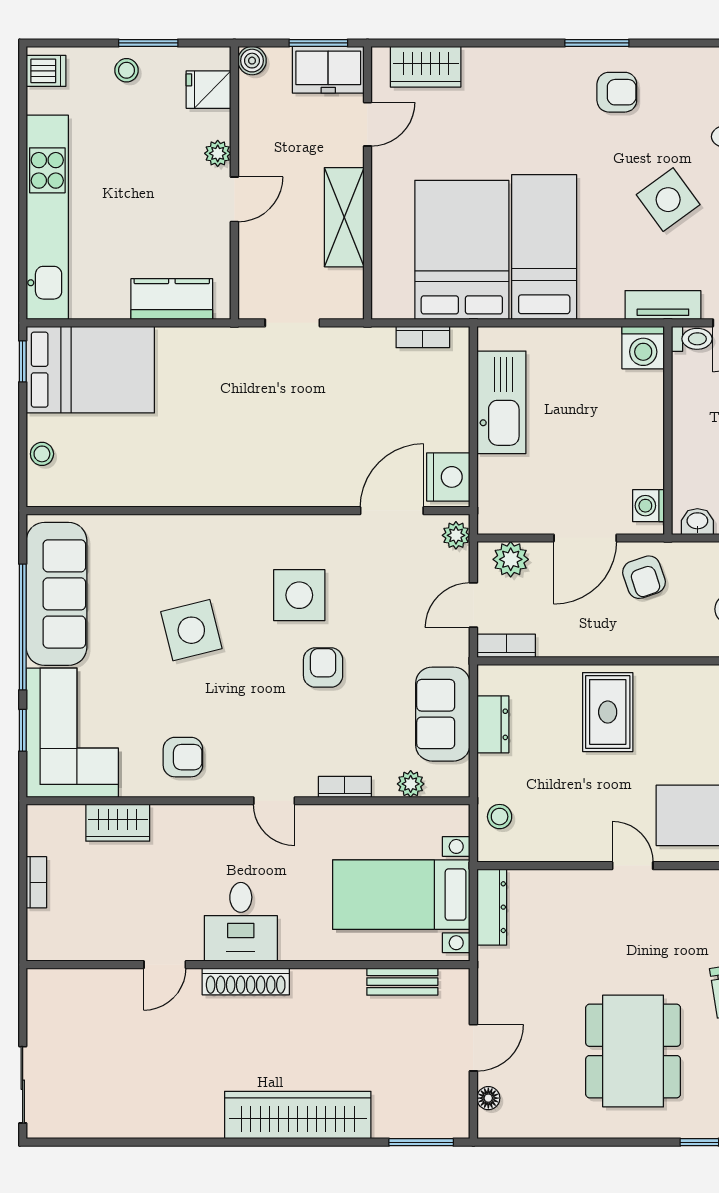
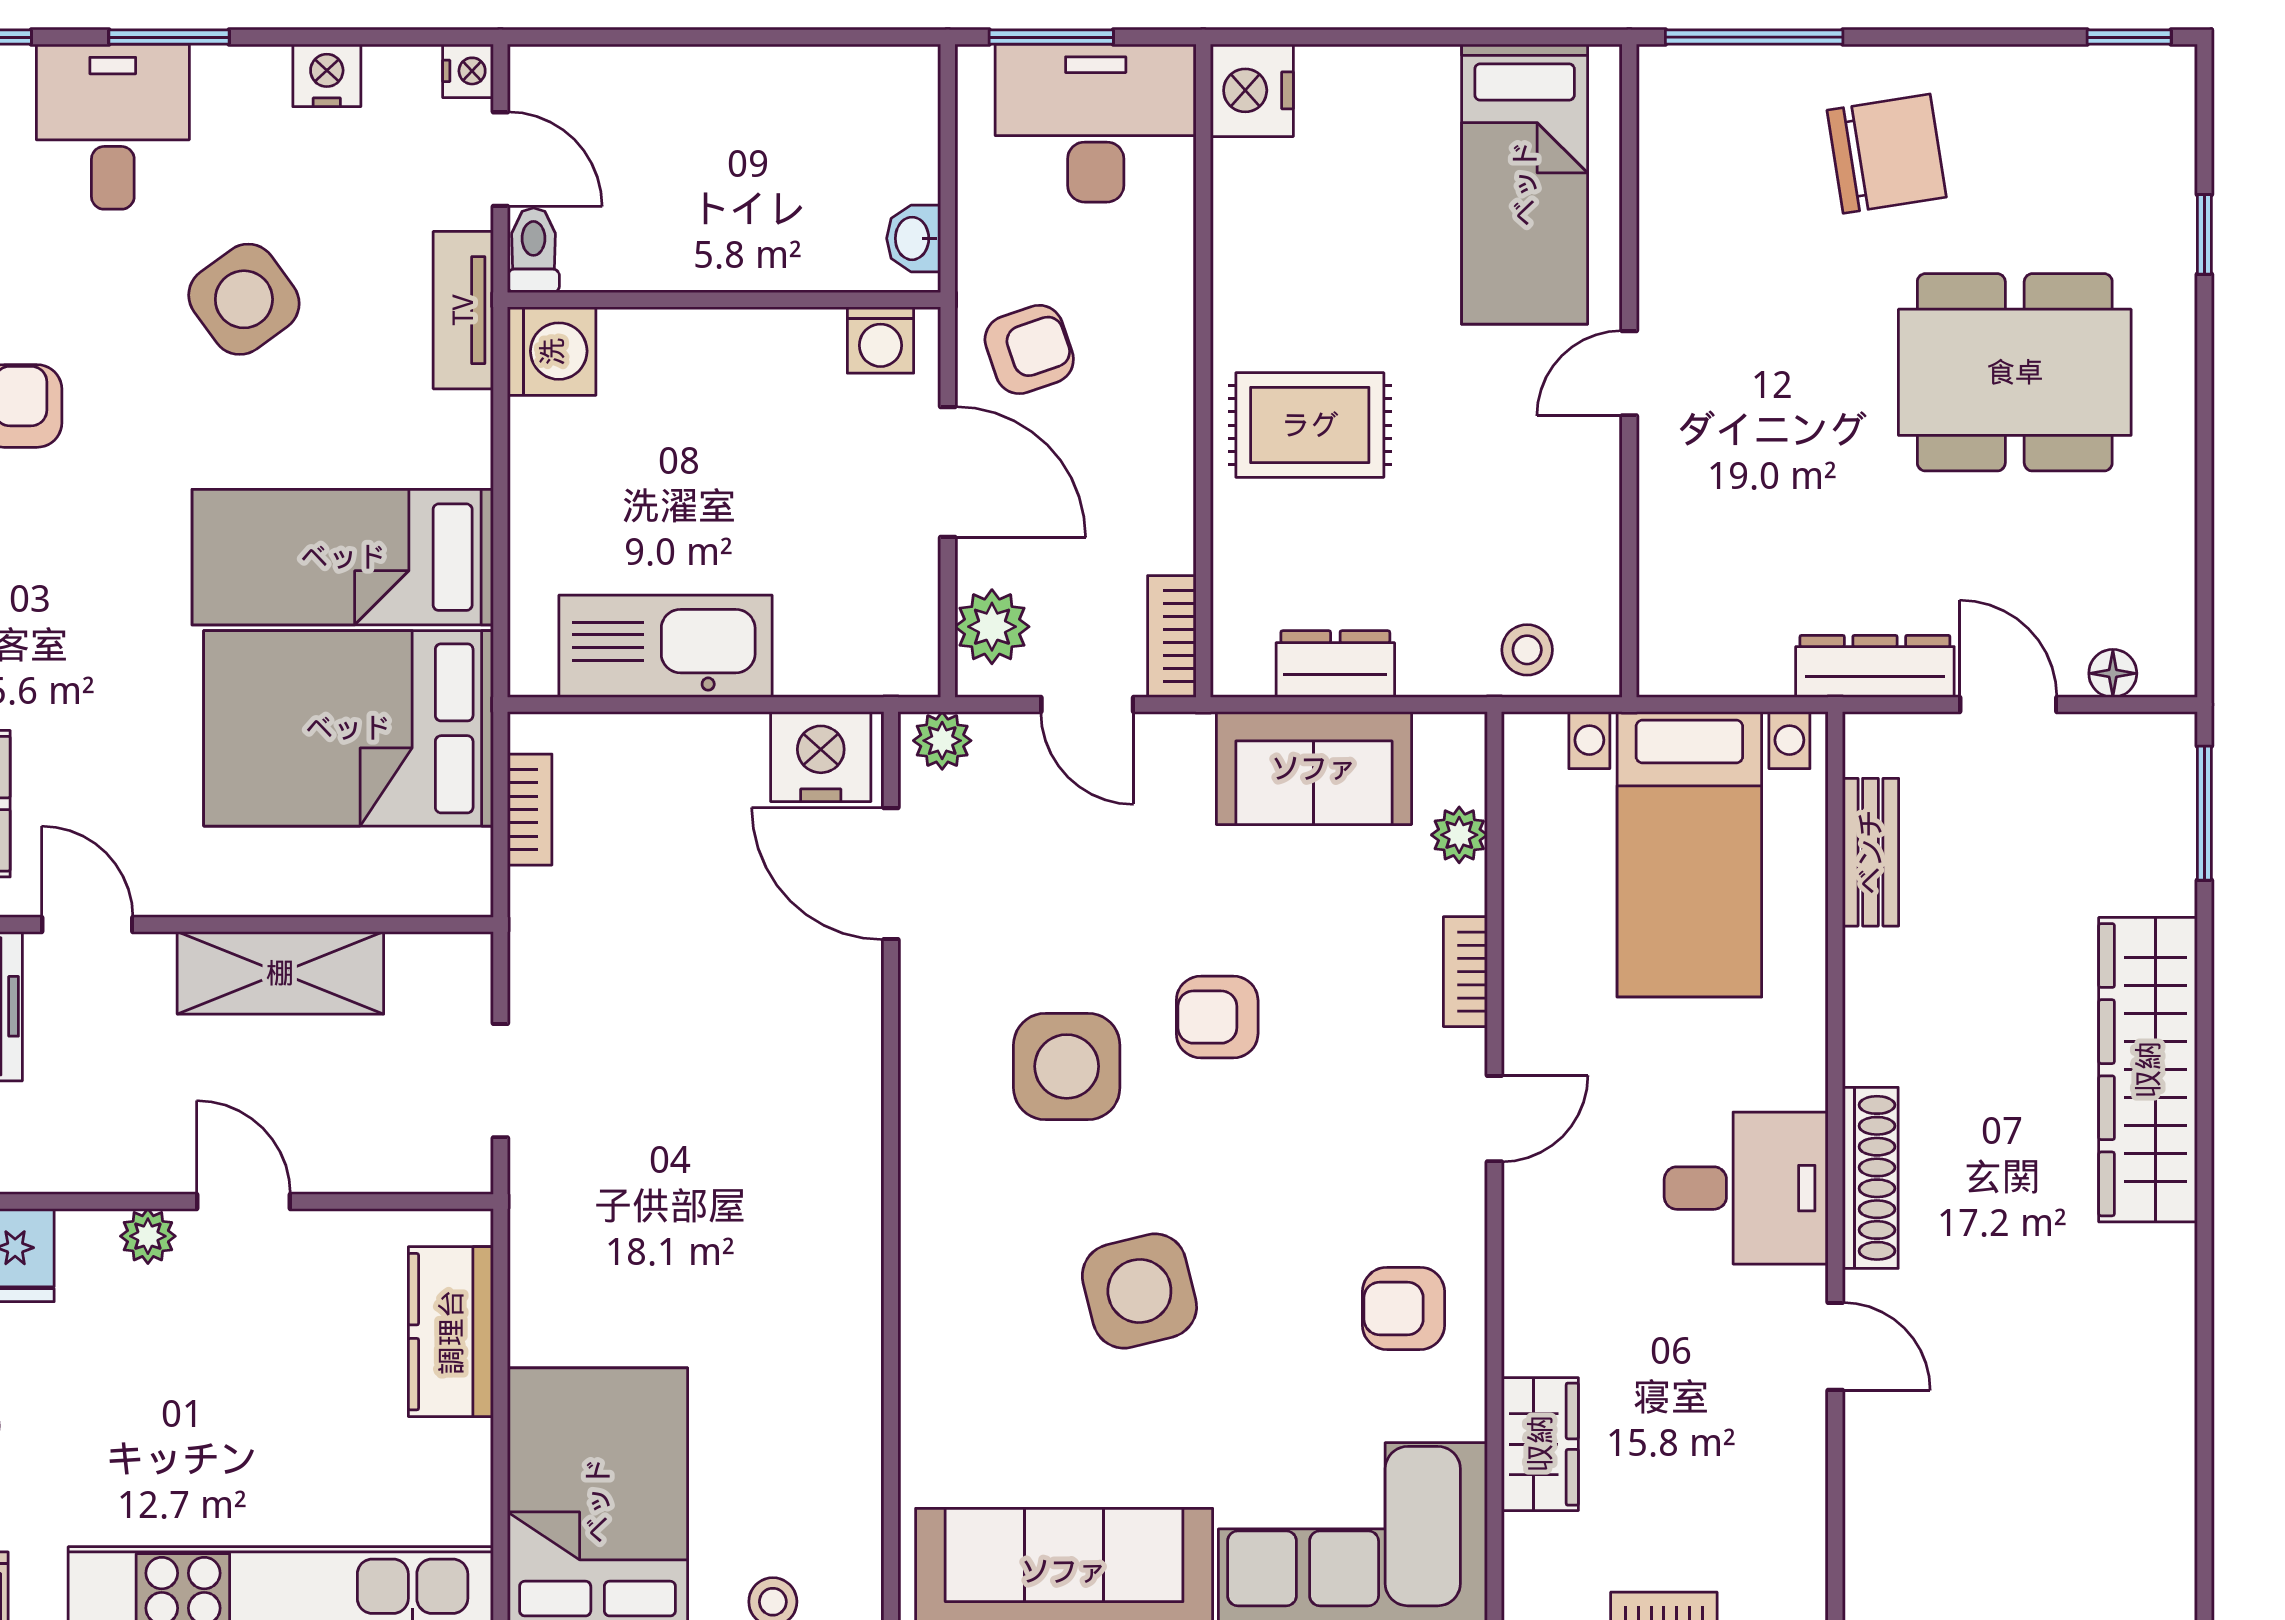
armchair: (183, 757) -> (1403, 1308), turned -90
dresser: (492, 907) -> (1875, 666), moved

